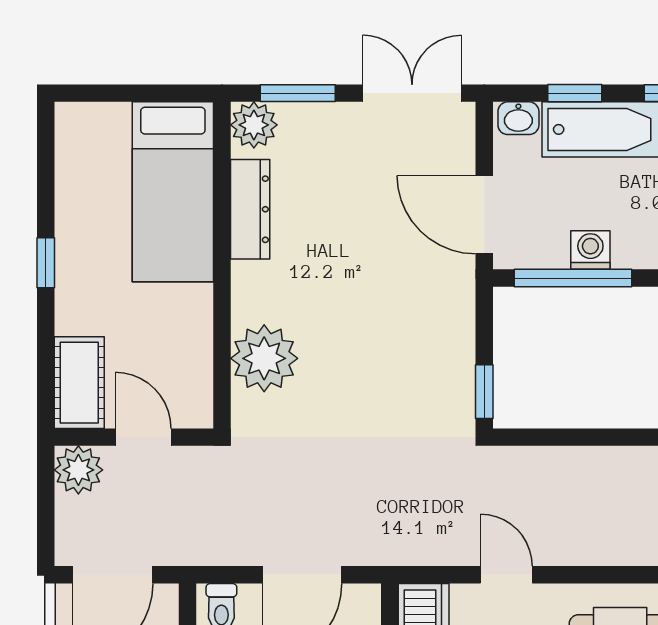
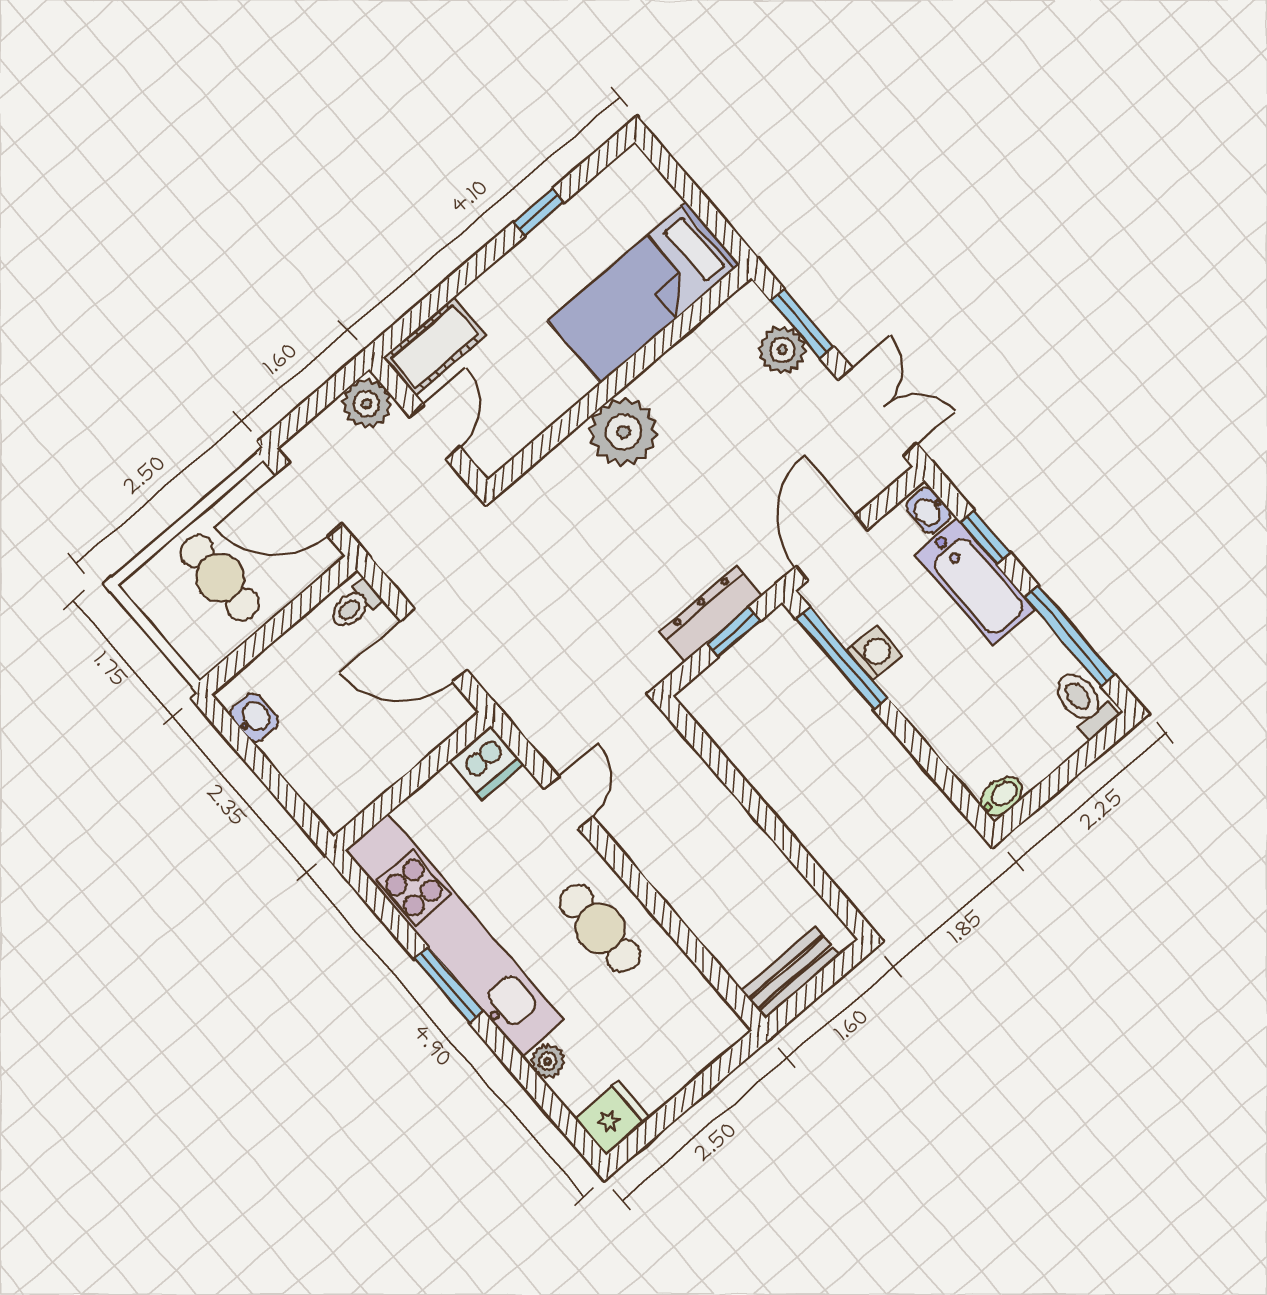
plant: (254, 125) -> (782, 350), moved
dresser: (250, 209) -> (711, 614), moved, turned 180
window: (46, 263) -> (539, 212), moved
plant: (264, 358) -> (623, 432), moved
window: (484, 392) -> (733, 632), moved

